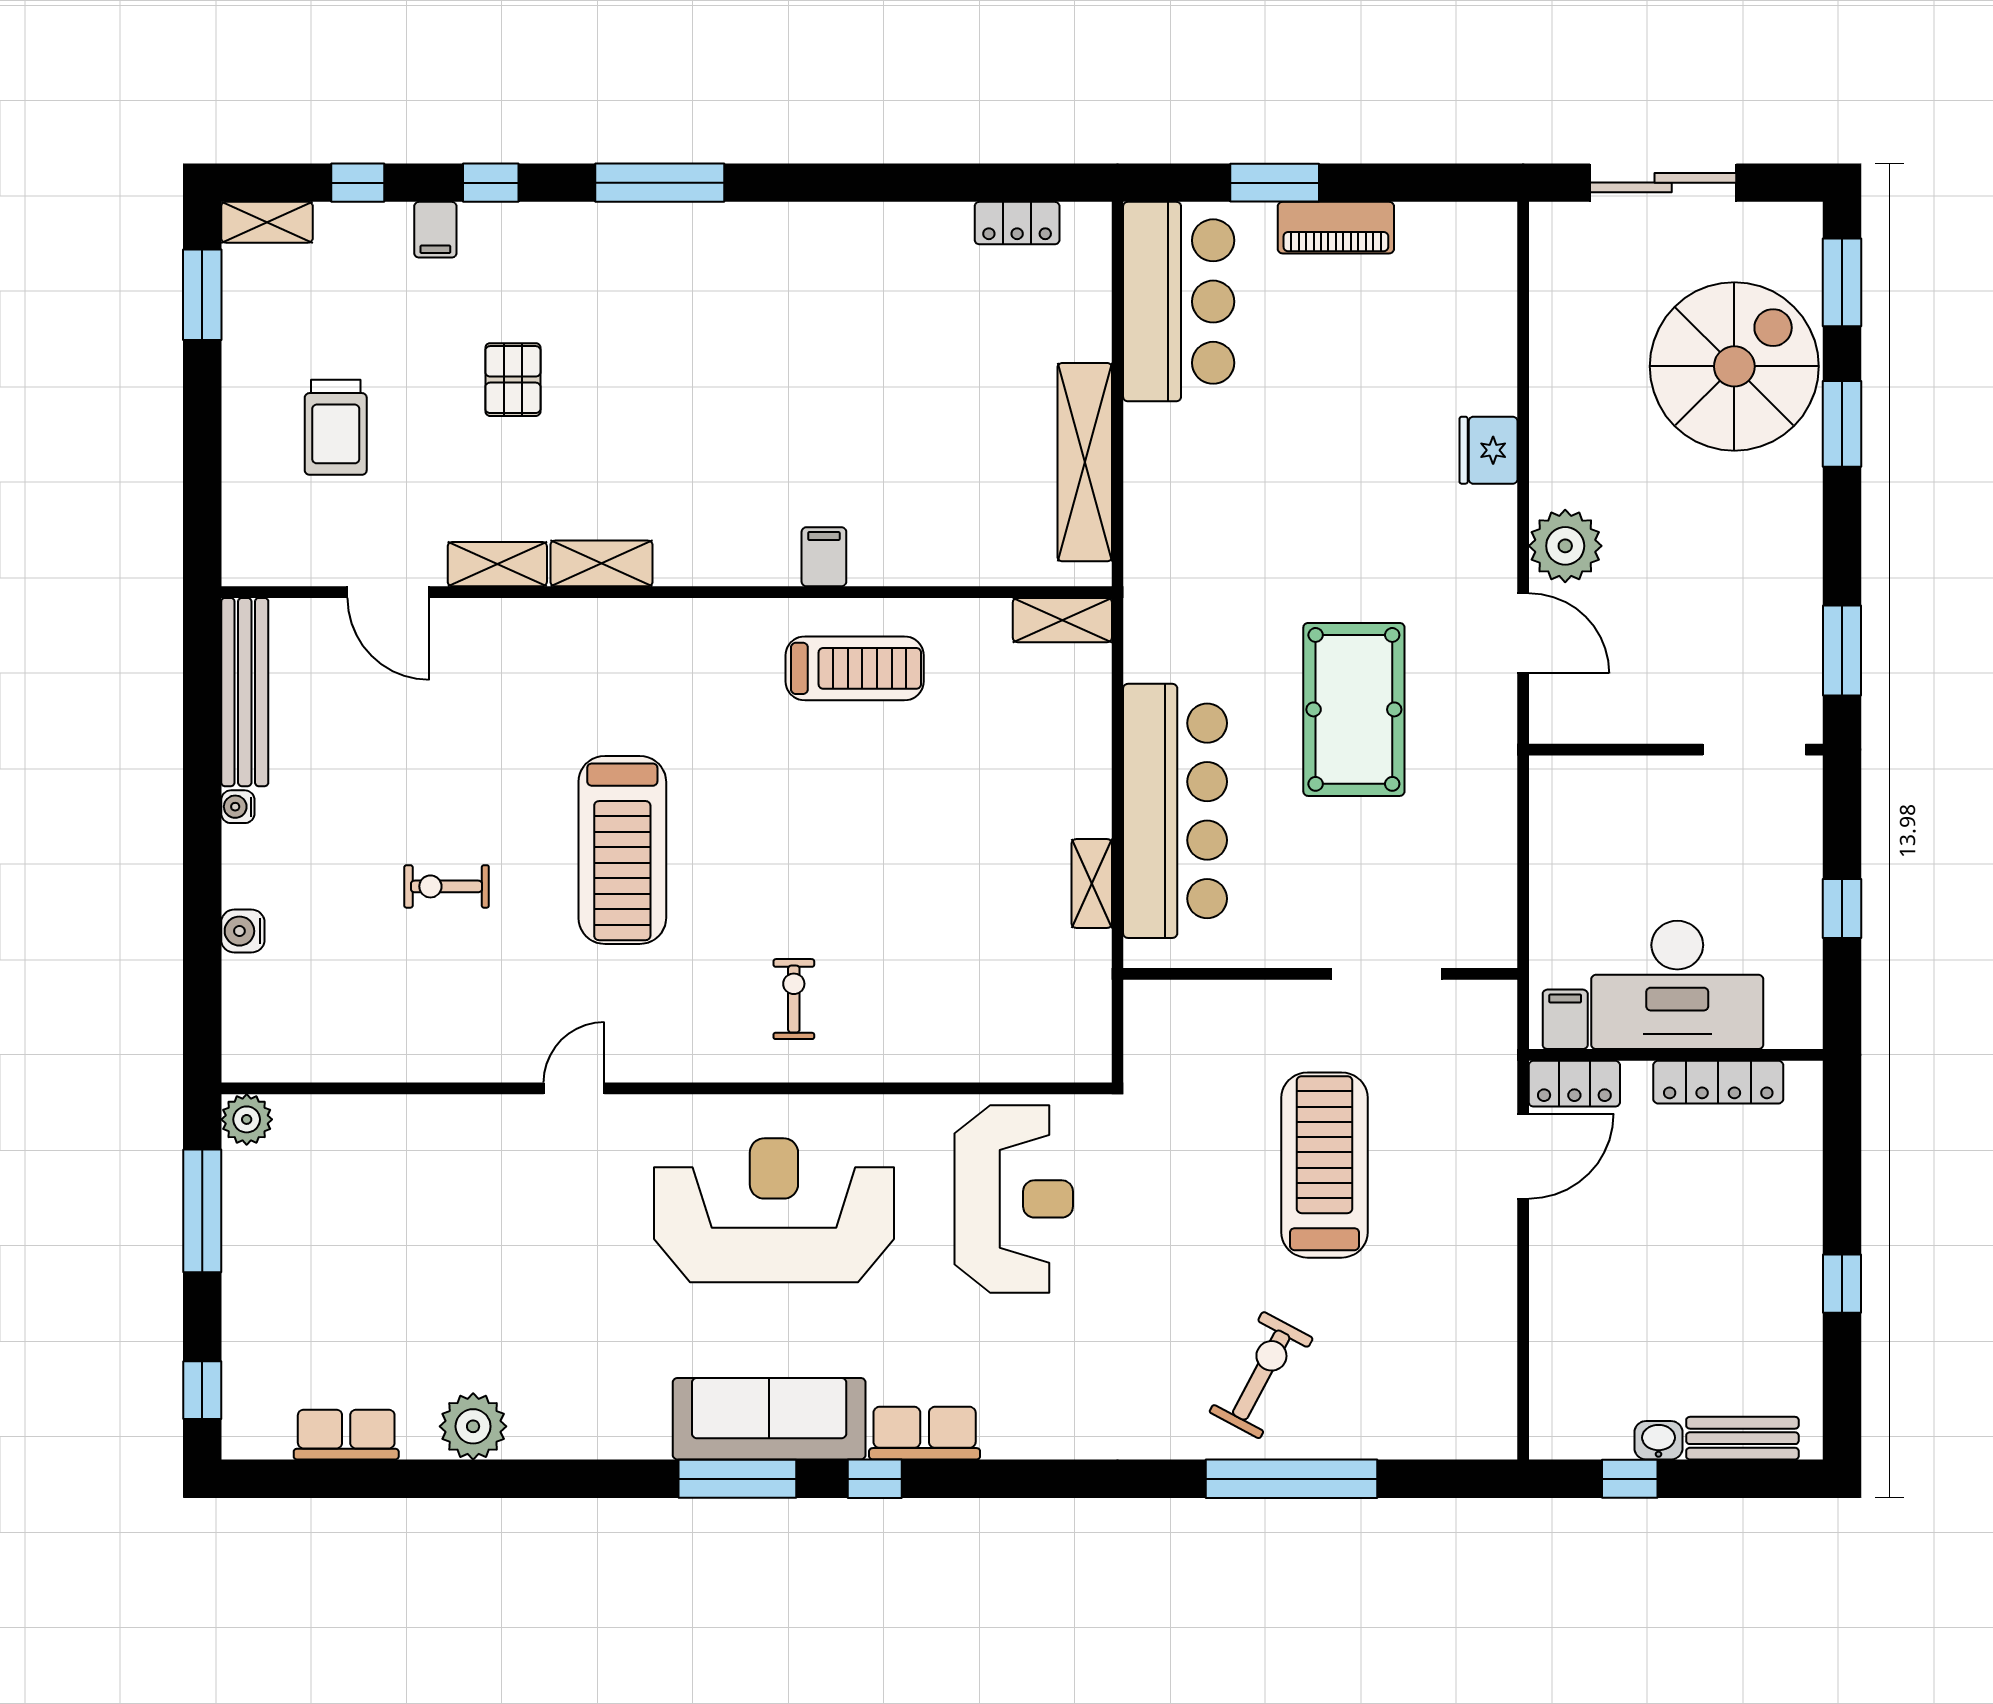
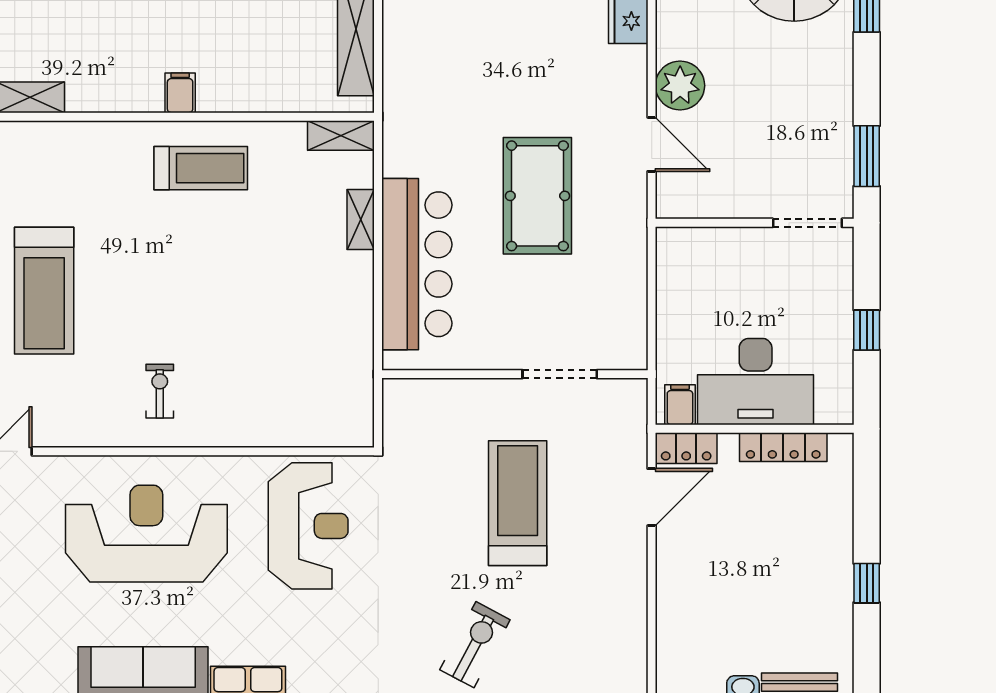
shelving: (1092, 884) -> (361, 219), moved

